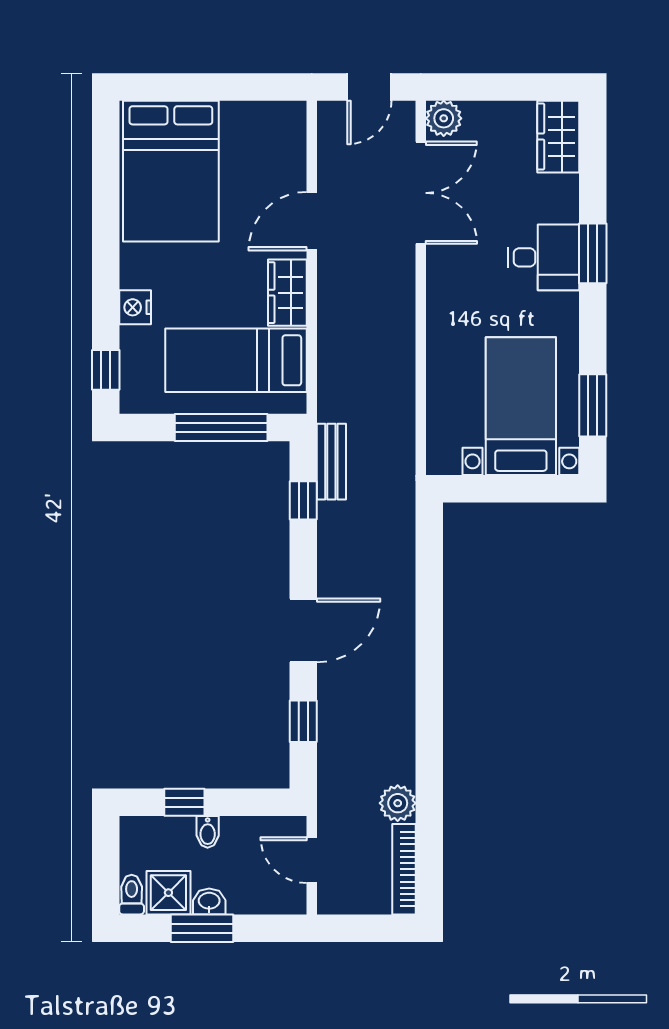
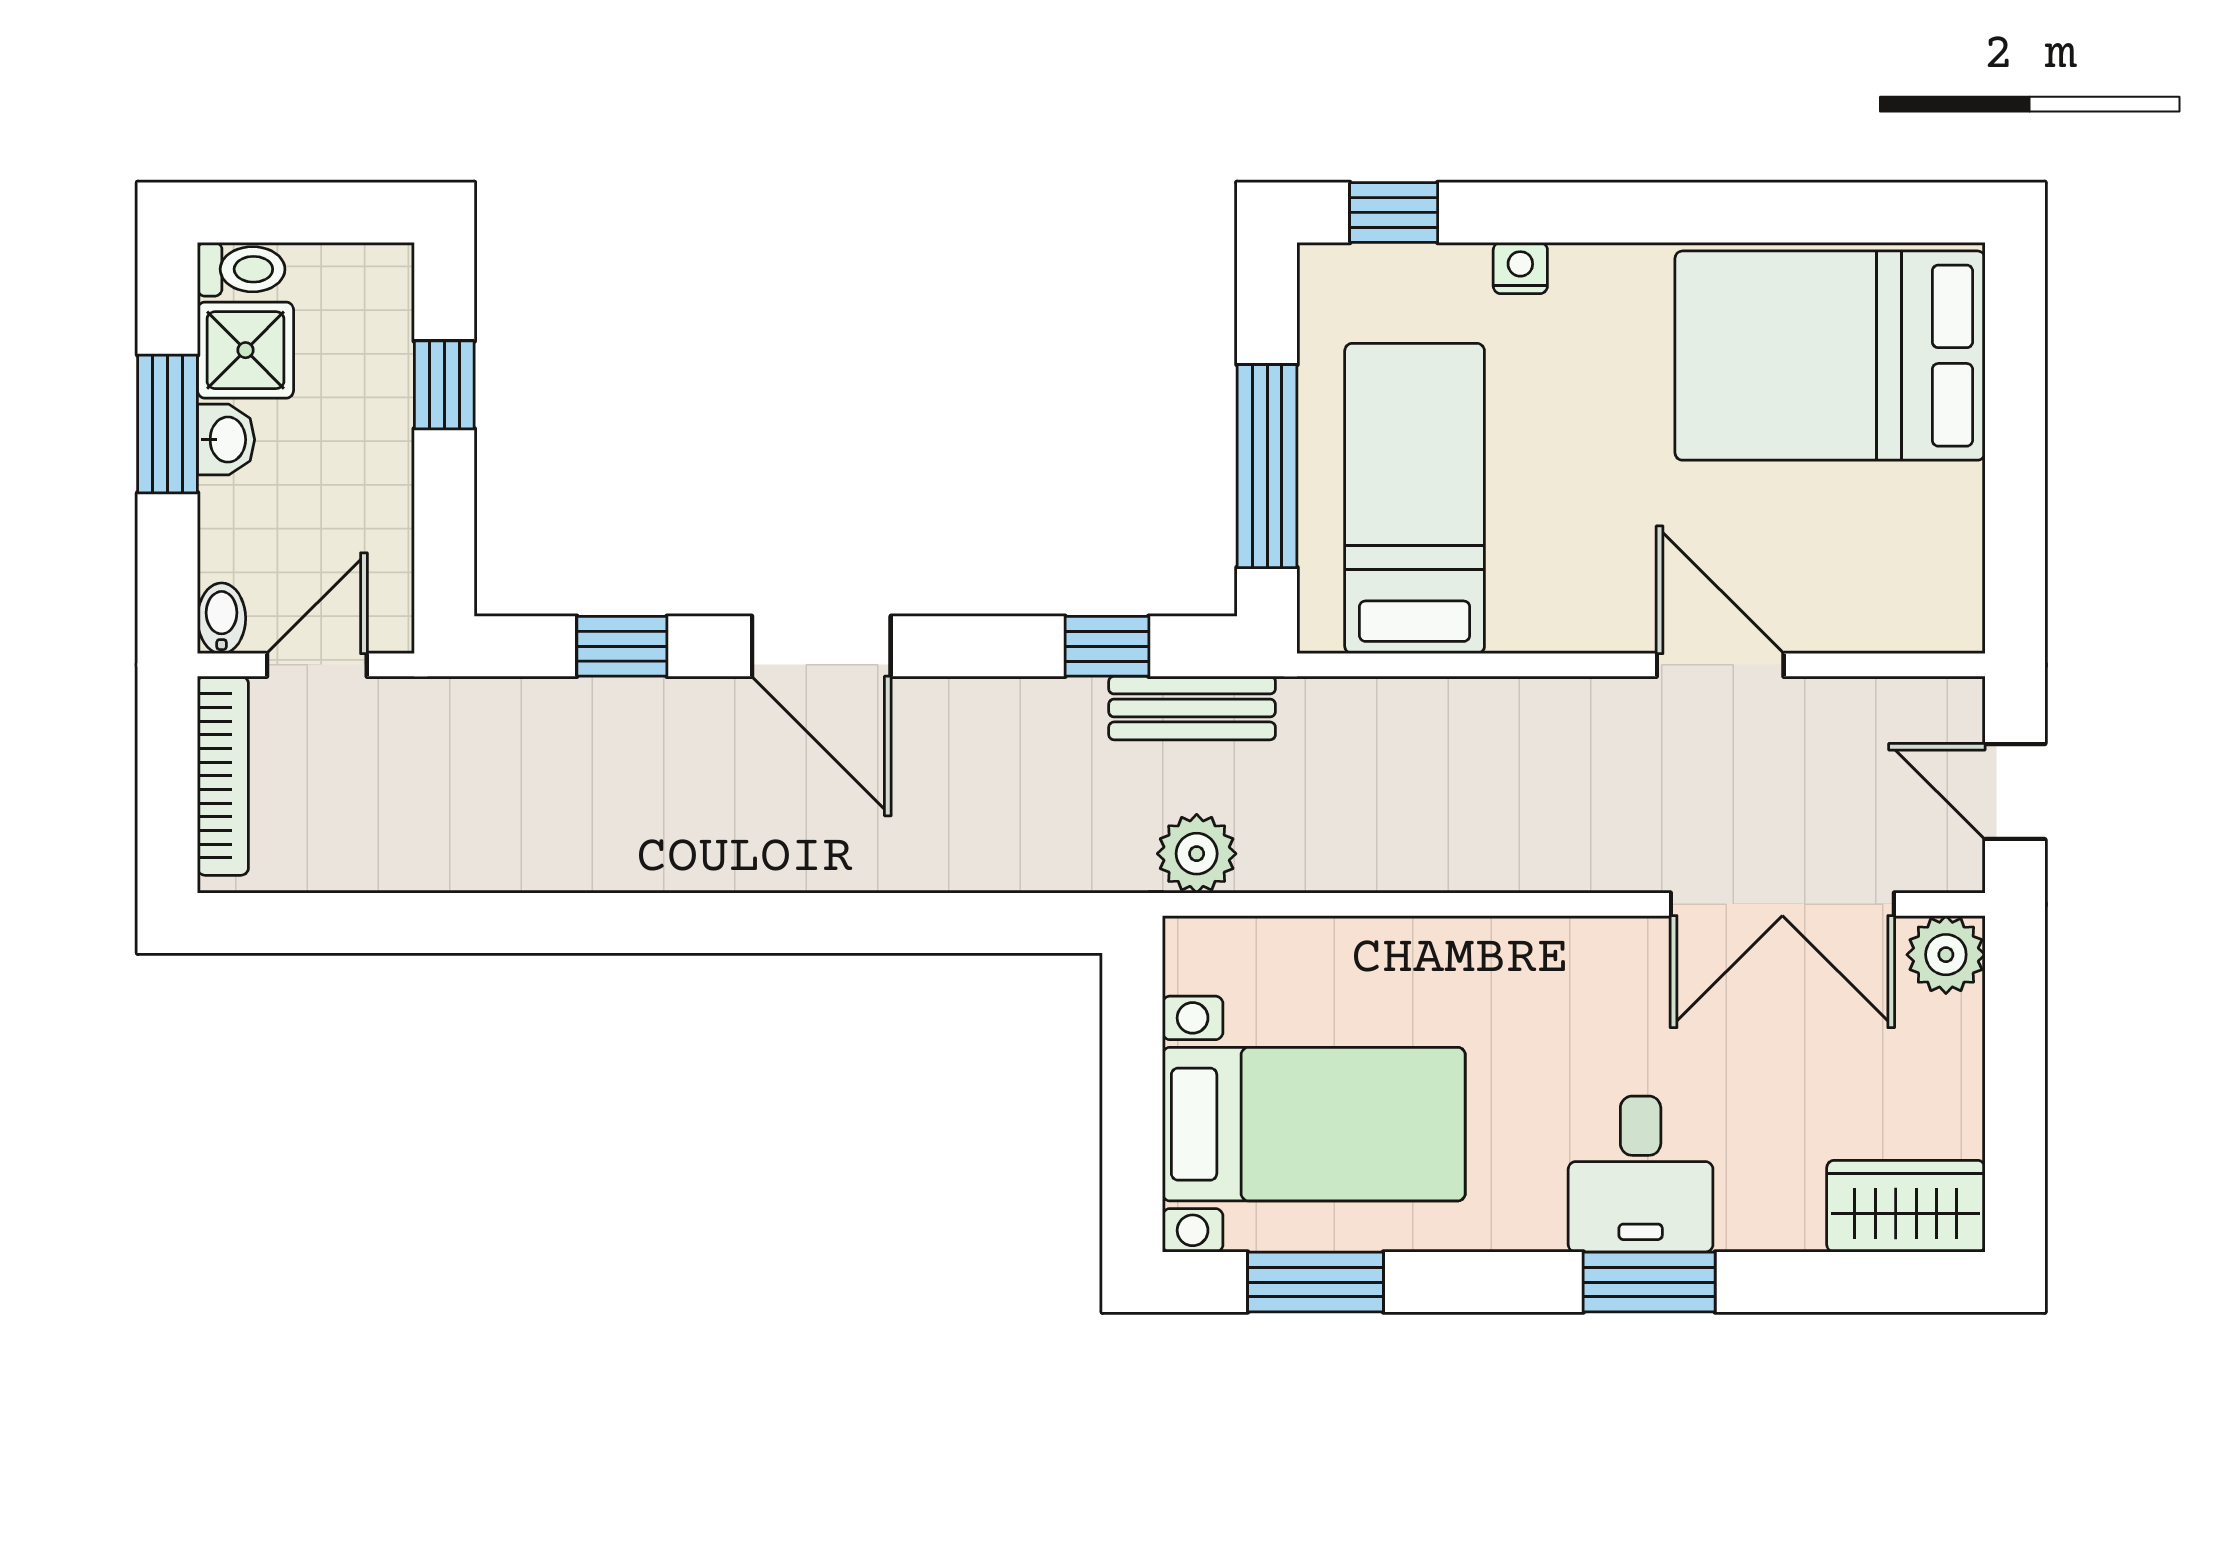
wardrobe: (287, 293) -> (1563, 612), removed
nightstand: (135, 307) -> (1520, 268), width x0.72, depth x0.74
plant: (398, 803) -> (1197, 854), moved
bidet: (208, 832) -> (222, 618), moved, turned 90
bookcase: (404, 869) -> (223, 776), moved, turned 90

